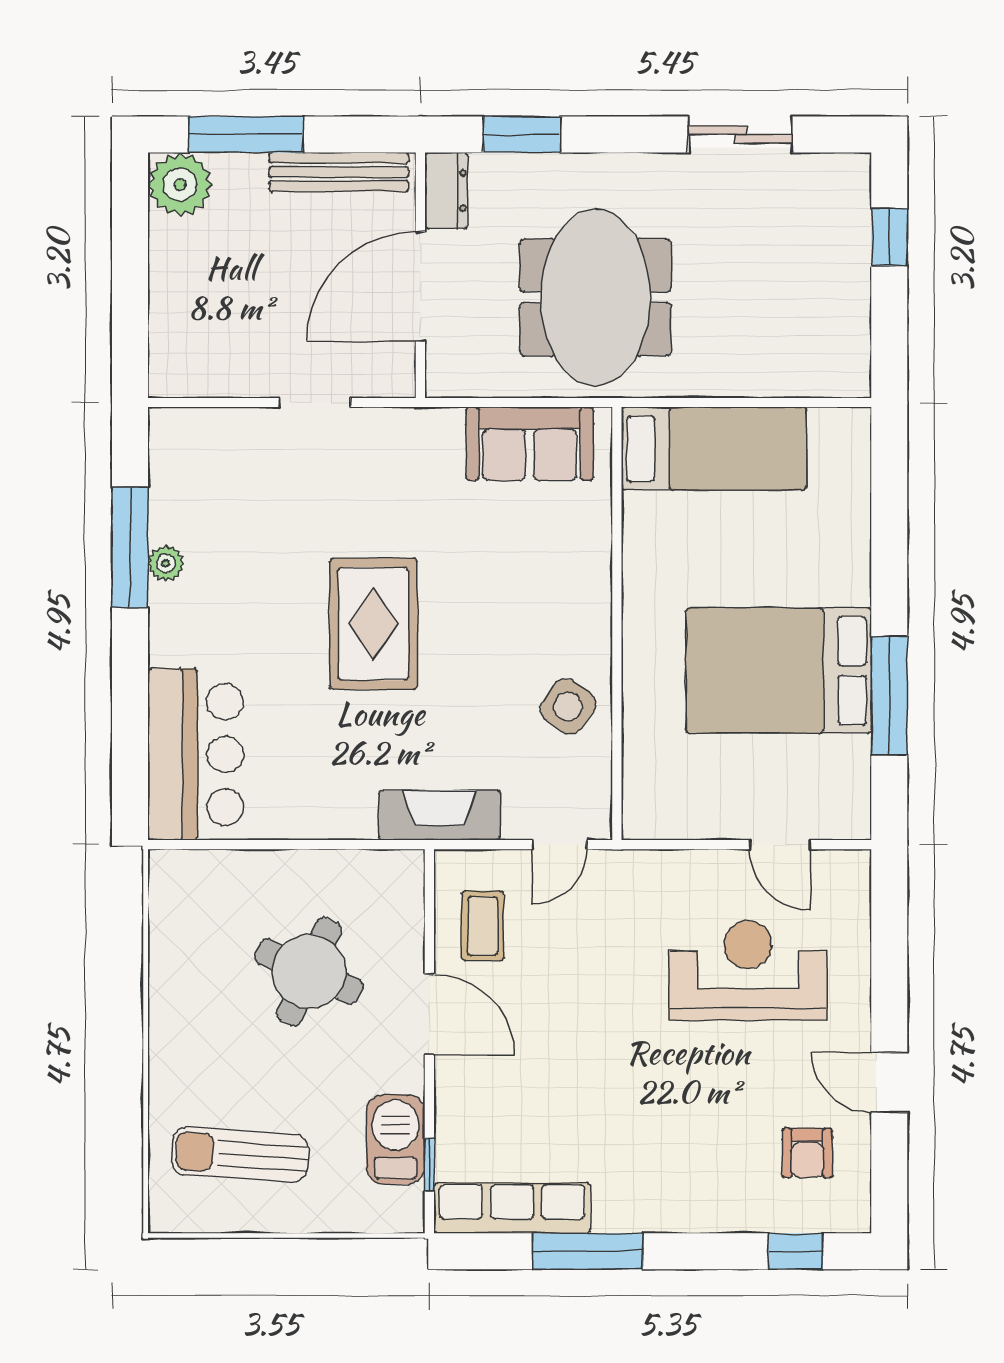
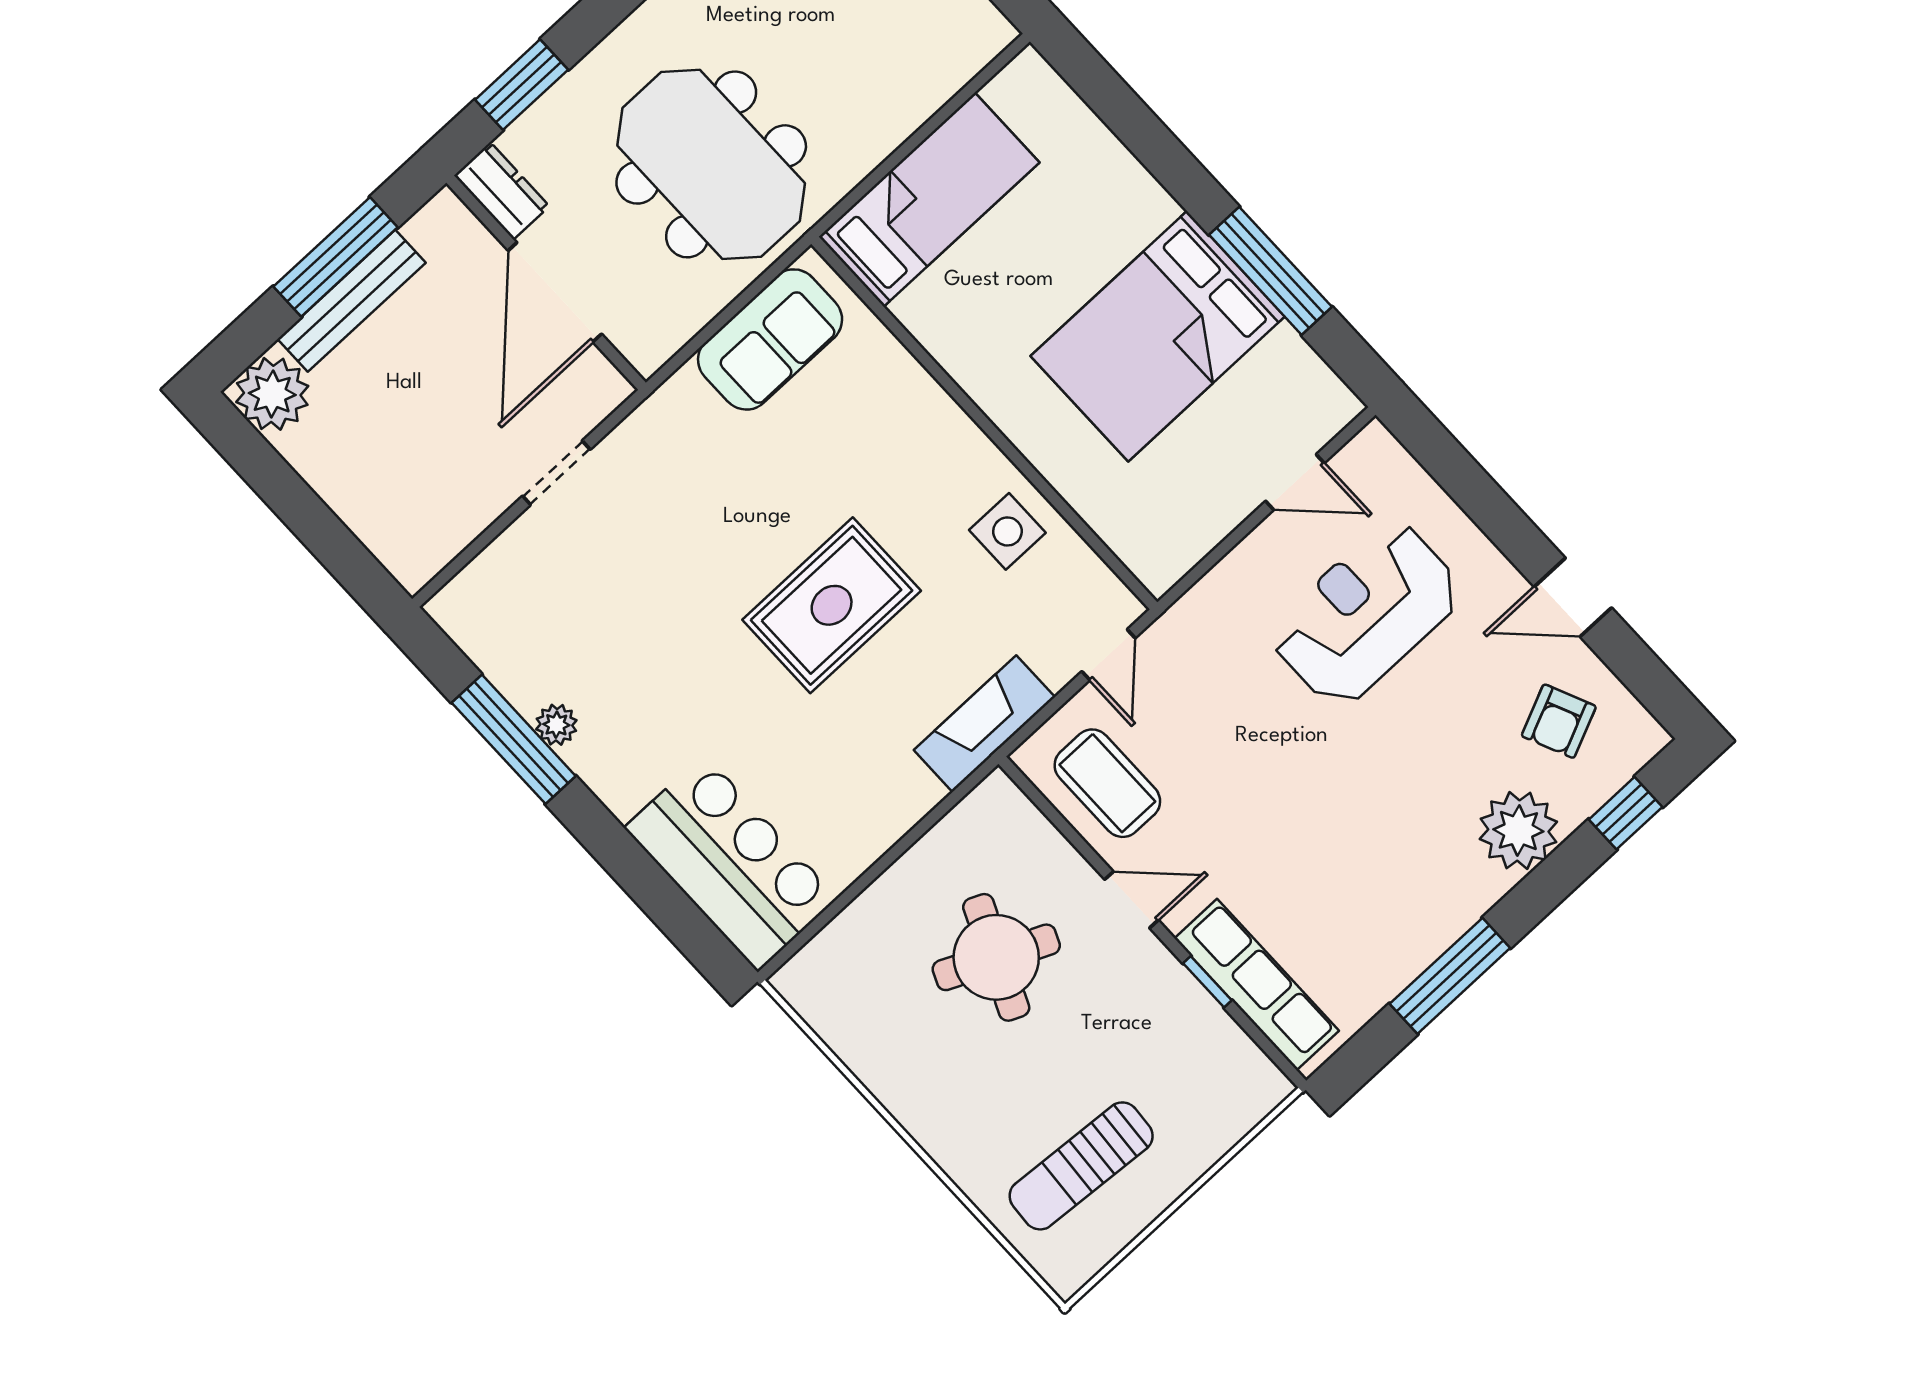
window: (246, 135) -> (336, 257), moved
bench: (339, 172) -> (352, 301), moved
rug: (373, 624) -> (832, 605), moved, turned 90
side table: (568, 706) -> (1007, 531), turned -35
coffee table: (483, 926) -> (1107, 783), width x1.36, depth x1.30
door: (429, 1015) -> (1131, 900), width x0.73
barbecue: (396, 1139) -> (1201, 1031), removed
armchair: (807, 1153) -> (1559, 721), turned 66
window: (429, 1165) -> (1207, 982), moved
plant: (717, 1199) -> (1518, 830), added
row of seats: (512, 1208) -> (1257, 985), moved, turned 90

